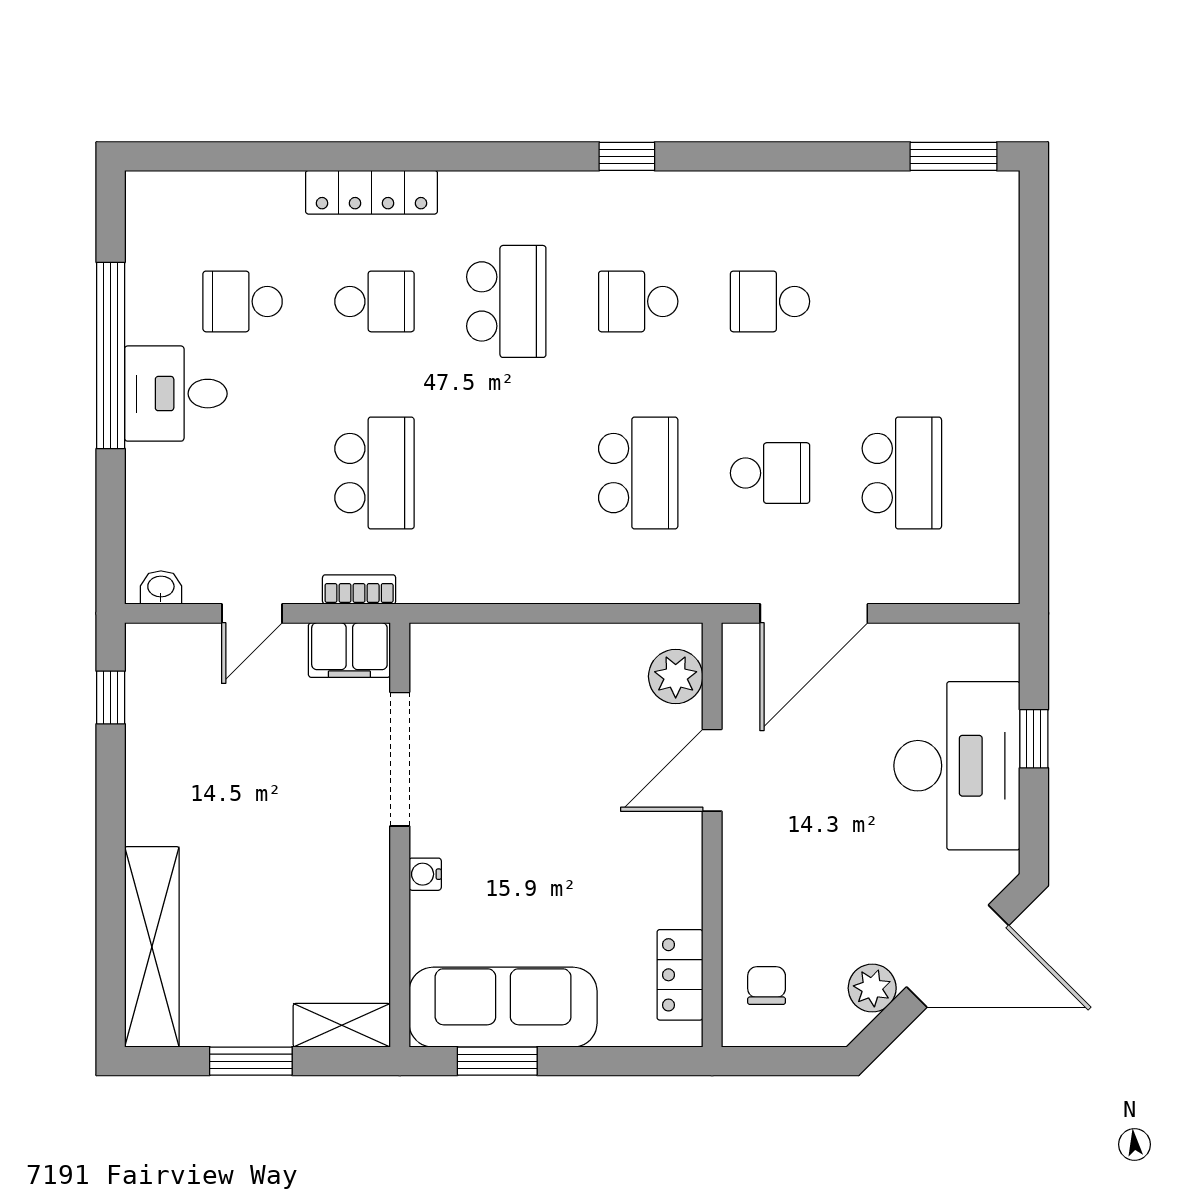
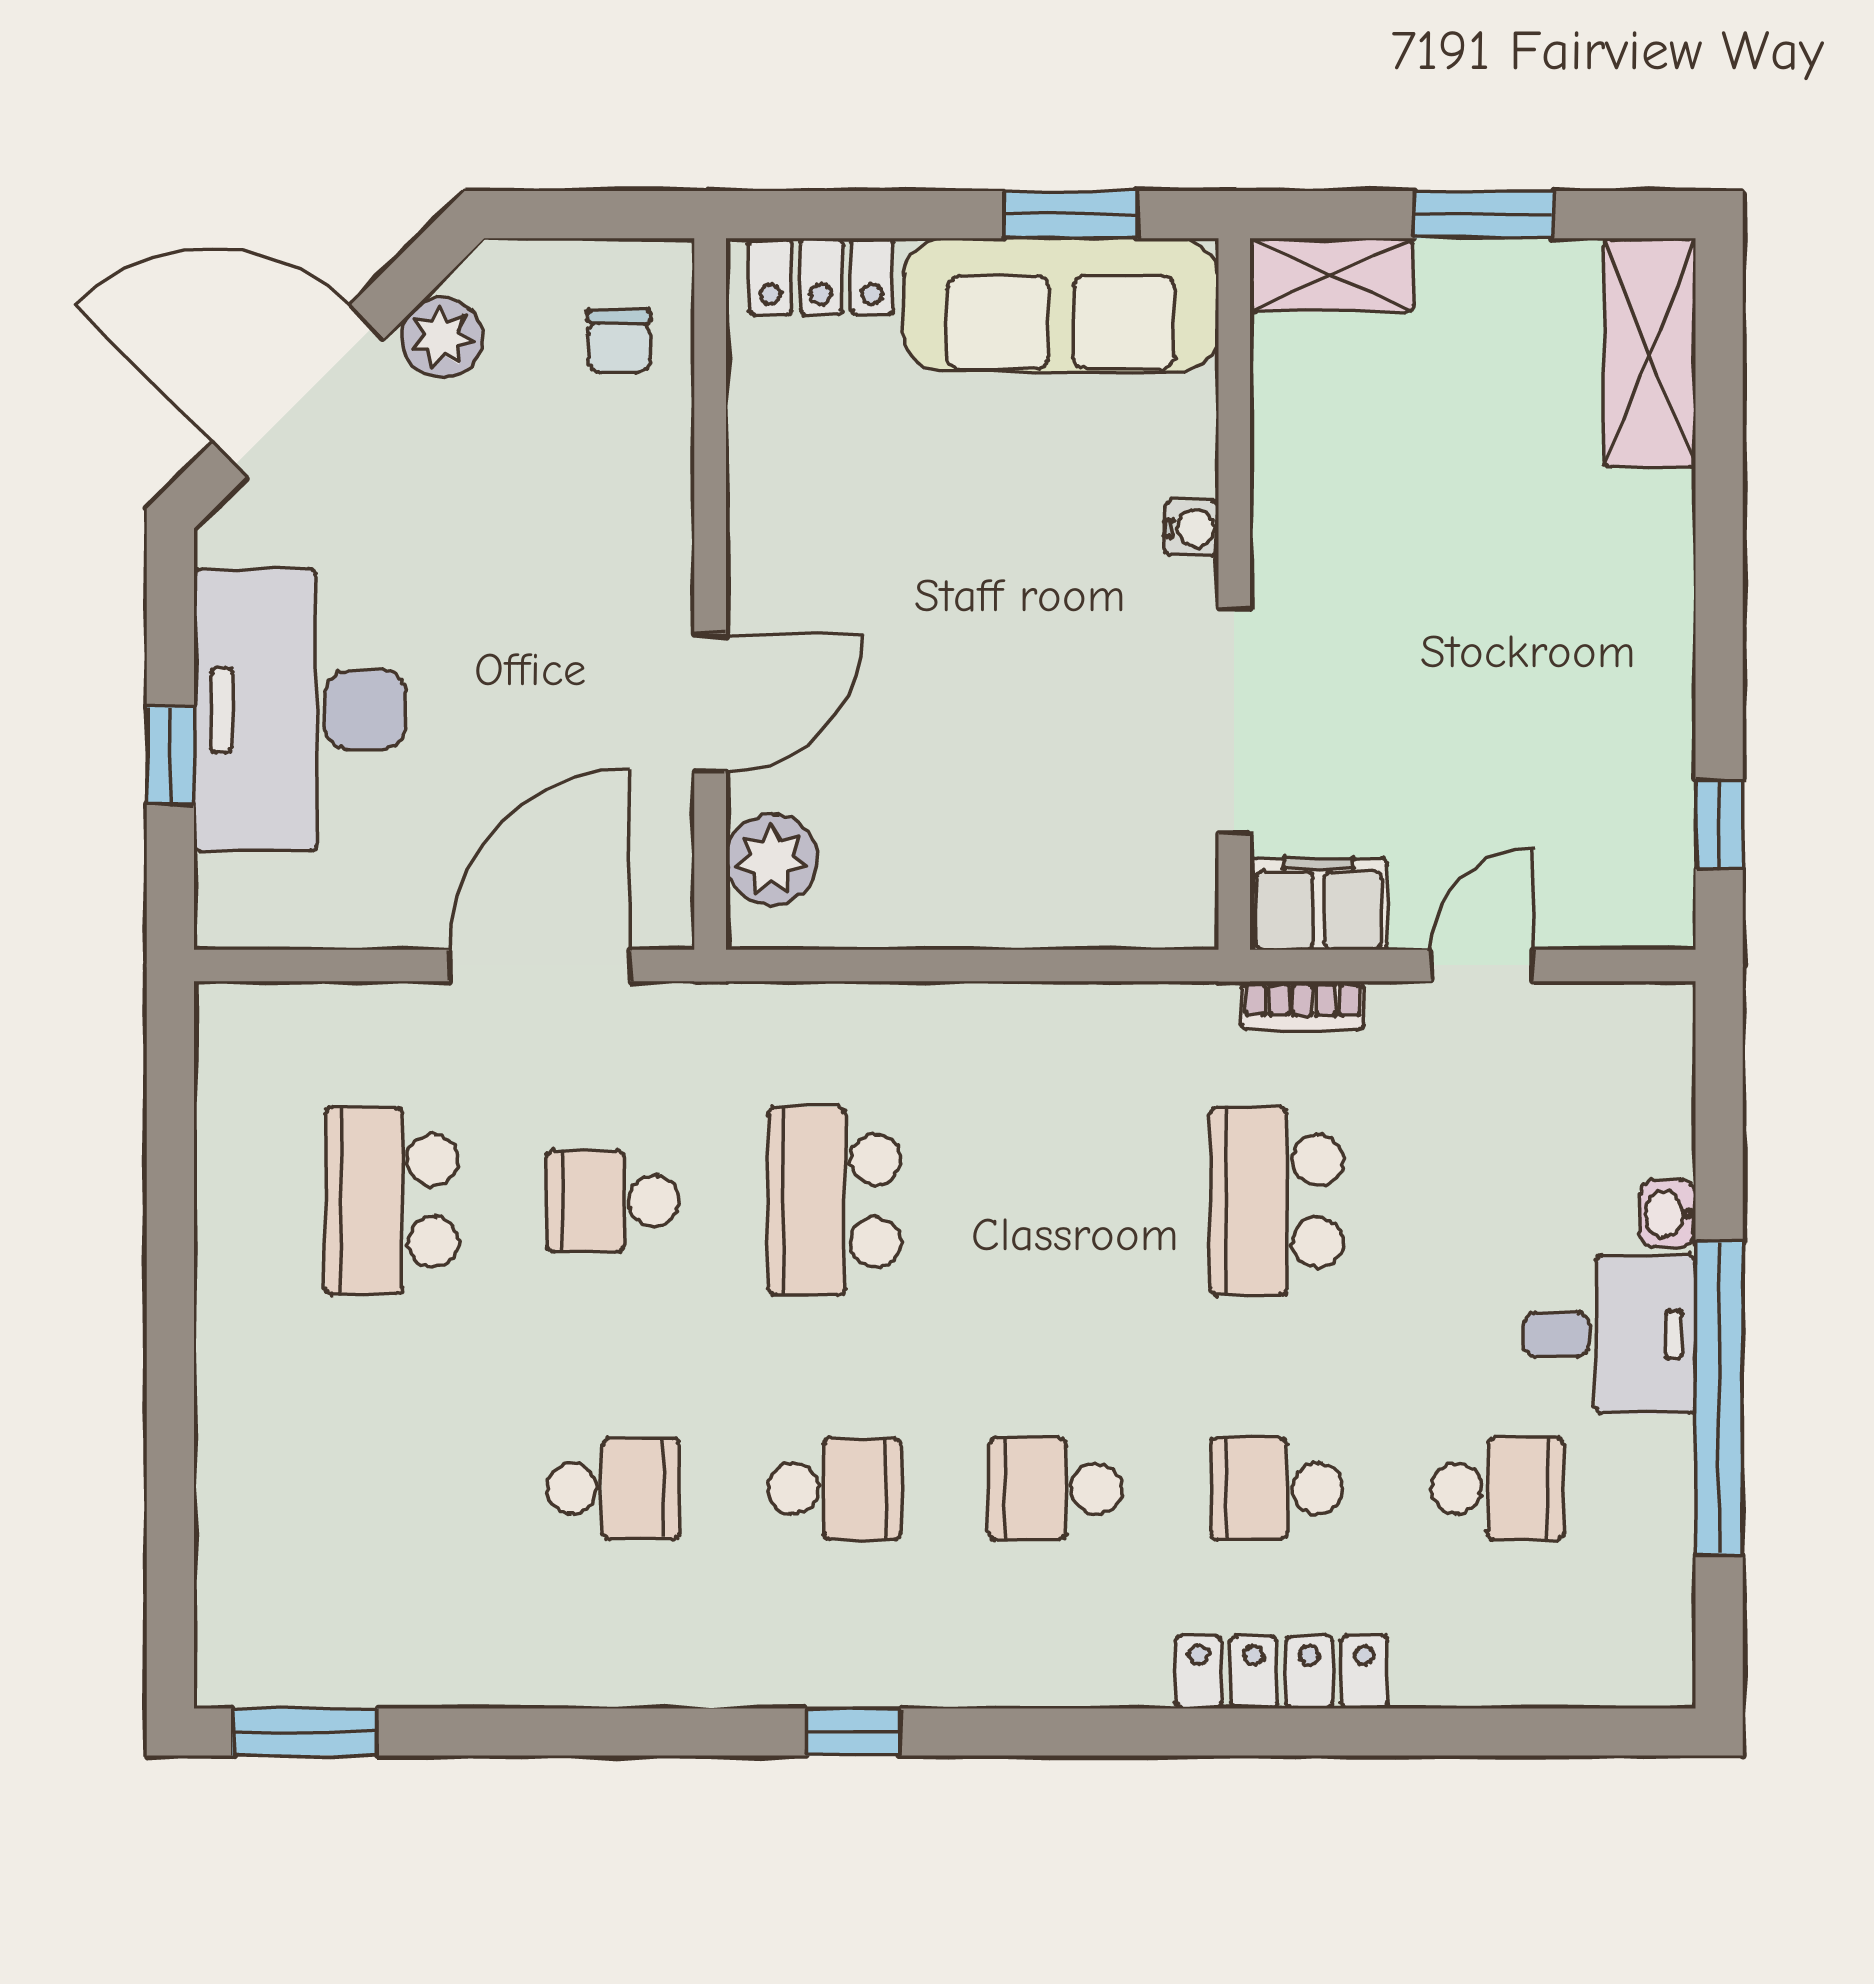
school desk: (506, 301) -> (1055, 1489), width x0.54
washbasin: (161, 587) -> (1668, 1214), moved, turned 90
shelving: (152, 947) -> (1650, 353), width x0.68
locker: (680, 975) -> (821, 276), moved, turned 90

